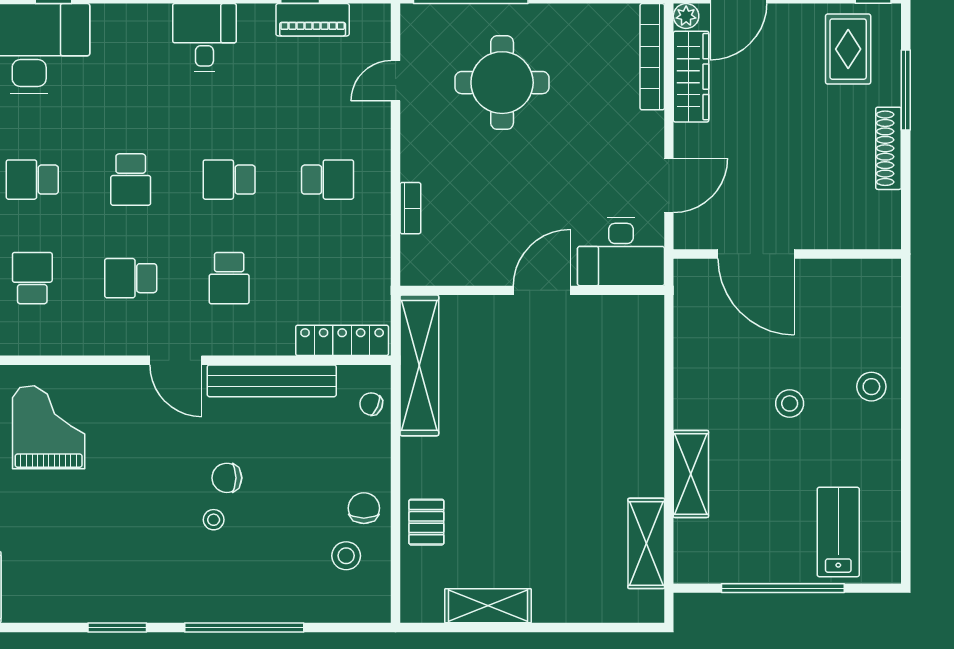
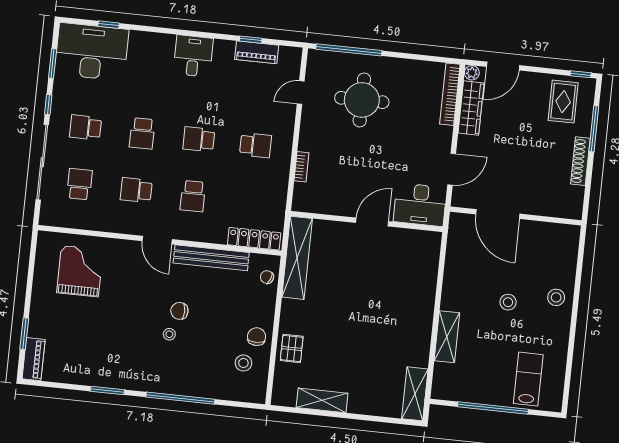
shelving: (646, 543) -> (415, 394), moved

